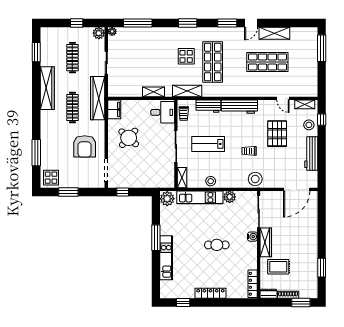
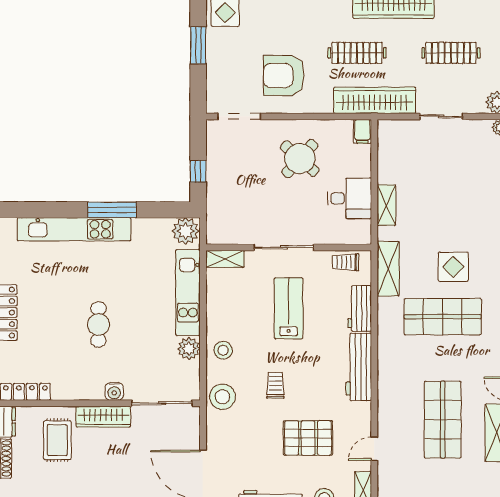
filing cabinet: (114, 109) -> (362, 131), width x0.50
desk: (163, 112) -> (349, 198), moved, turned -90
stool: (211, 181) -> (223, 350), moved
window: (123, 192) -> (198, 171), moved
kitchen unit: (166, 258) -> (74, 229), width x1.36

